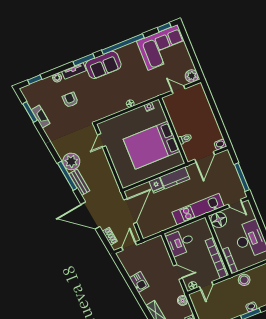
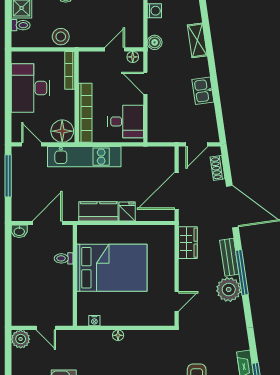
wardrobe: (110, 181) -> (188, 243), added
bookcase: (217, 258) -> (85, 113), moved

